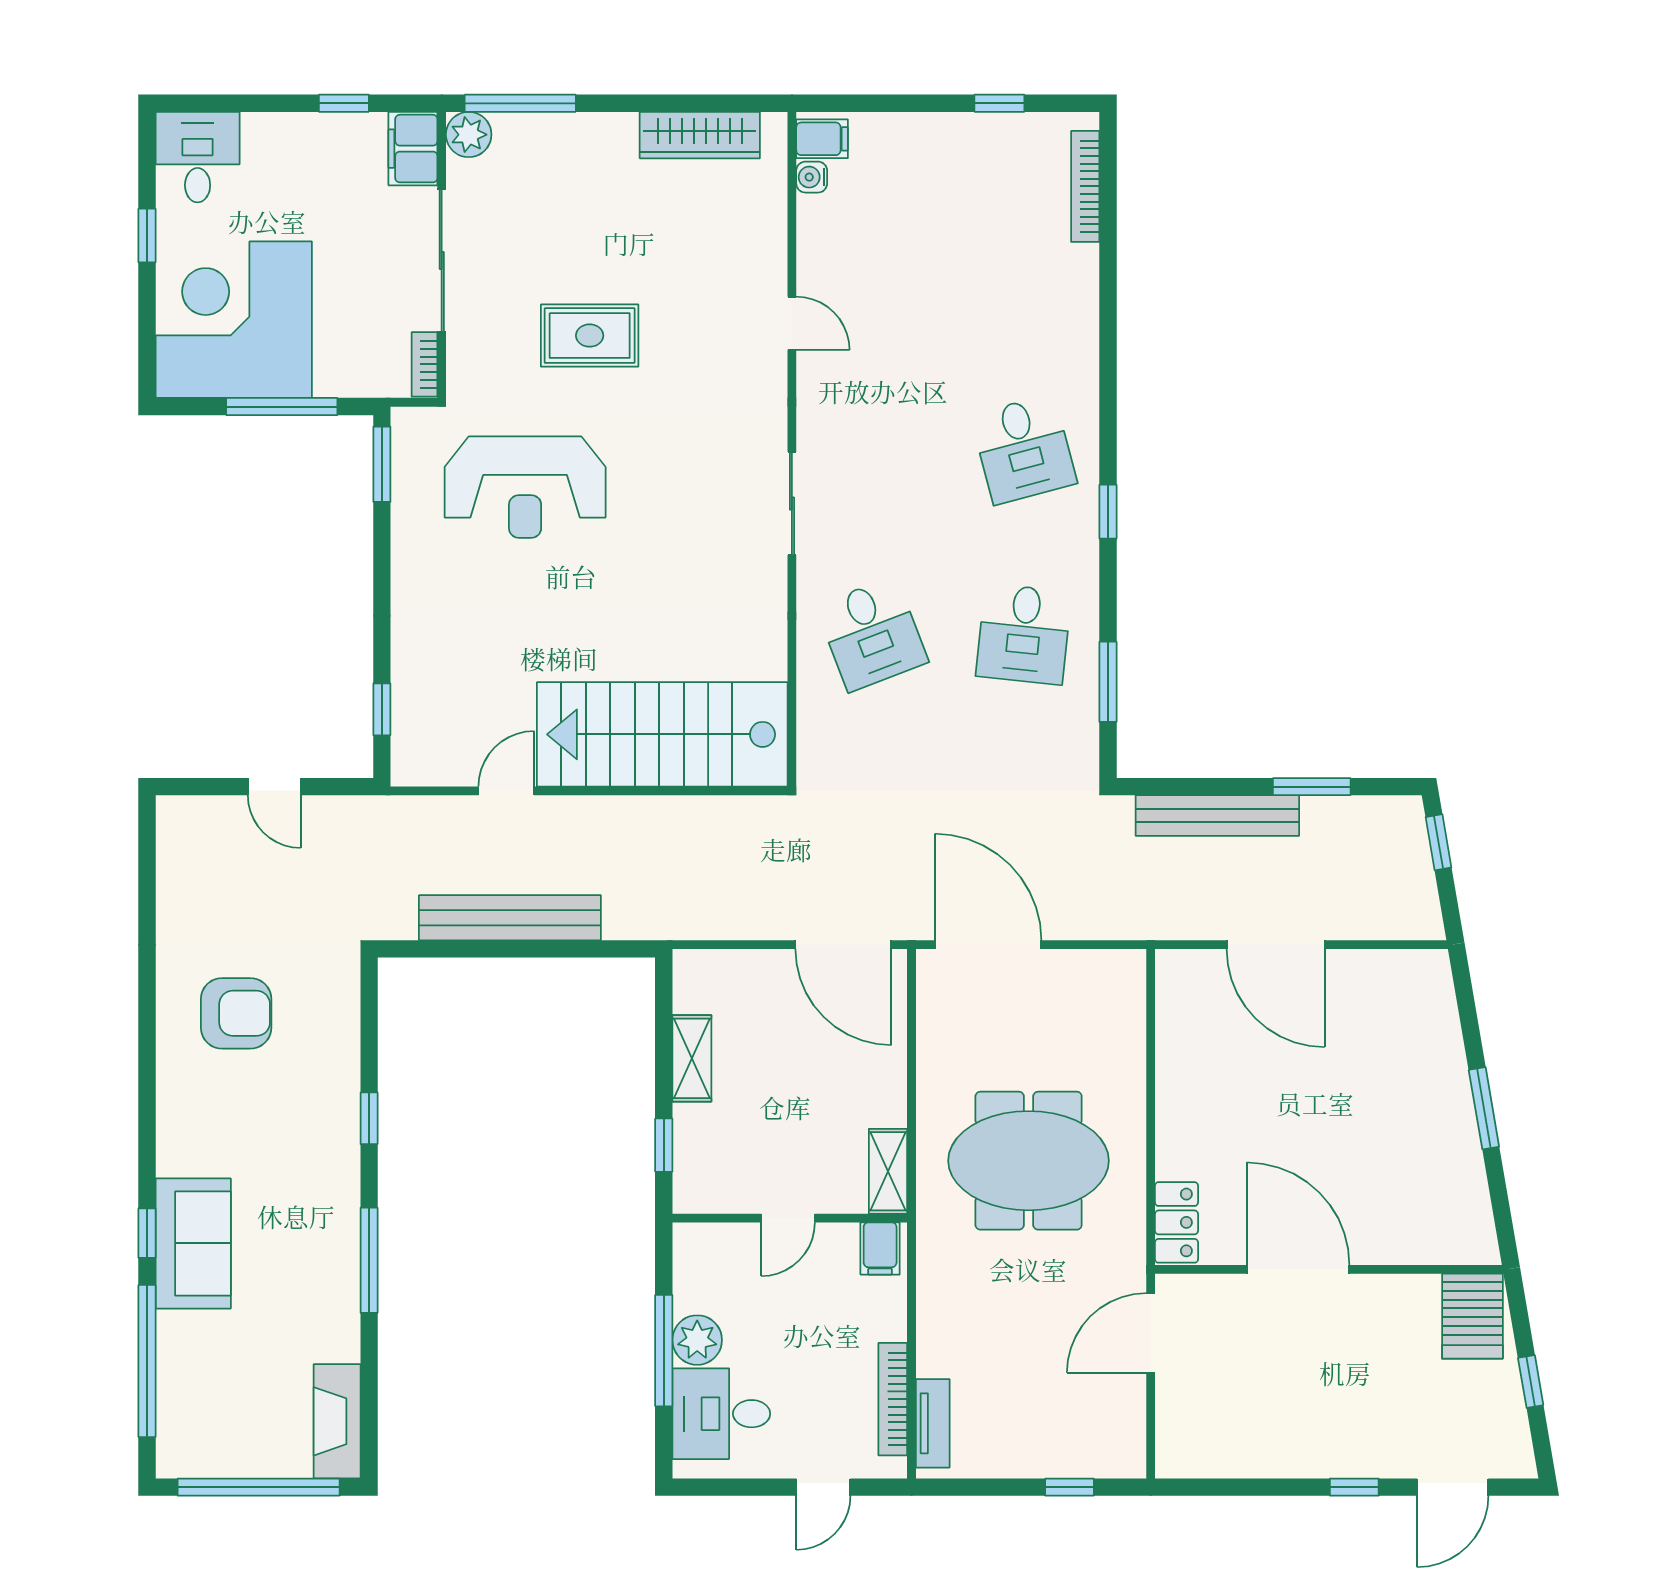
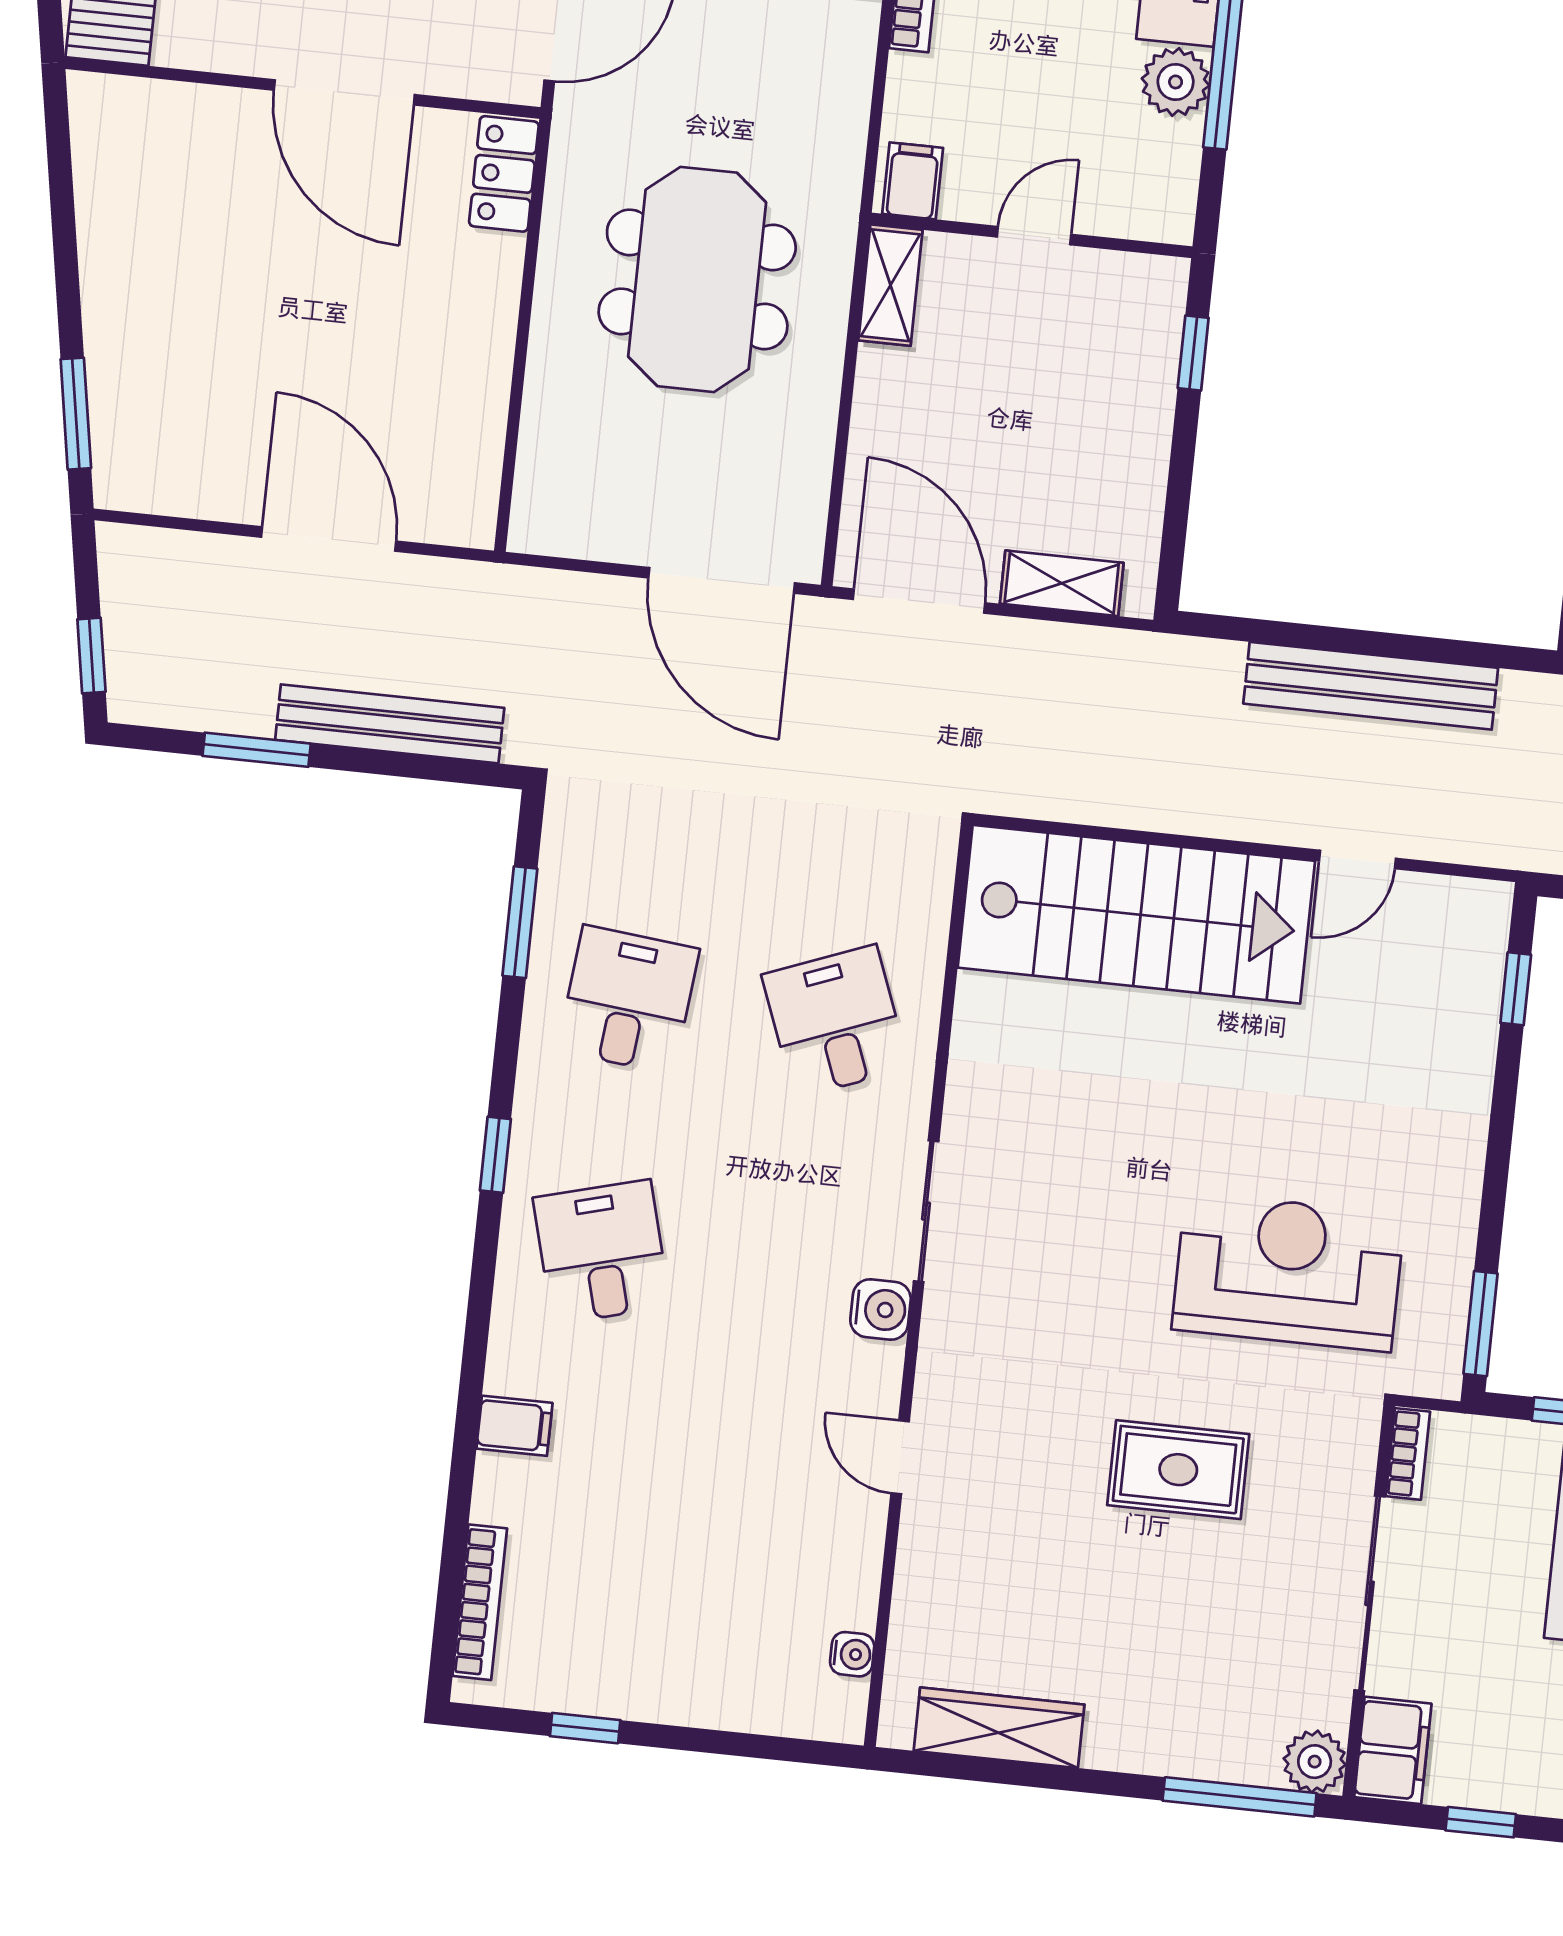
filing cabinet: (822, 139) -> (514, 1426), moved, turned 180
water cooler: (817, 429) -> (881, 1309), added
shelving: (692, 1058) -> (1062, 583), moved, turned 90
window: (1484, 1108) -> (76, 414), moved
meeting table: (1029, 1161) -> (697, 279), turned 90

